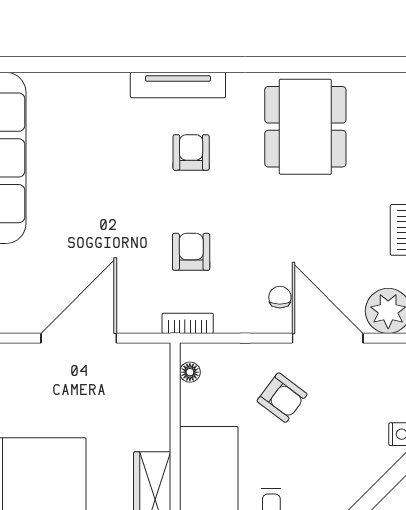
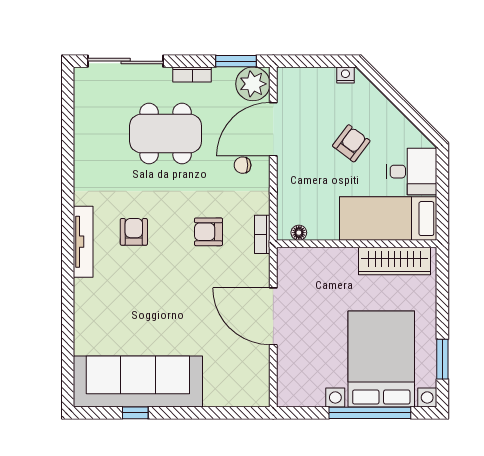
dining table: (305, 127) -> (166, 134), moved
armchair: (191, 152) -> (134, 232), turned 90
armchair: (282, 398) -> (351, 143), moved

